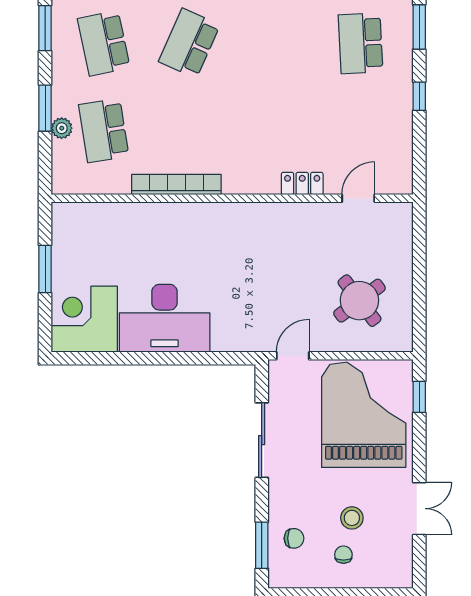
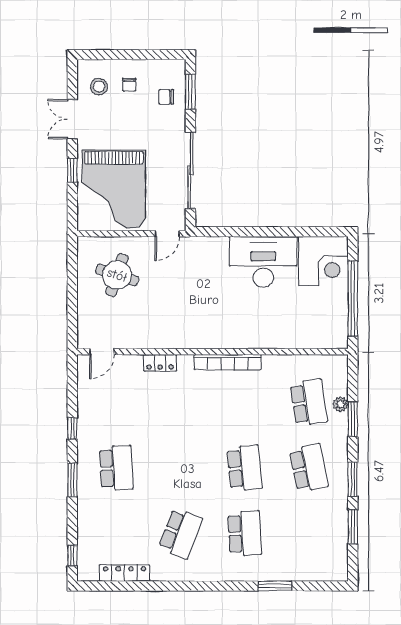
school desk: (189, 43) -> (245, 468), turned -30
bookcase: (176, 184) -> (228, 362), moved
door: (358, 198) -> (102, 352), moved
window: (45, 269) -> (353, 299), width x2.11
round table: (359, 301) -> (117, 275), turned -35
window: (419, 397) -> (72, 170), moved
sliding door: (262, 440) -> (190, 170), width x1.36
stool: (352, 518) -> (99, 87), moved

